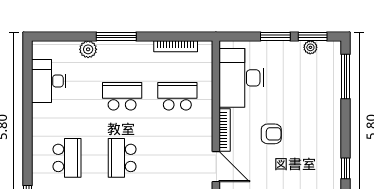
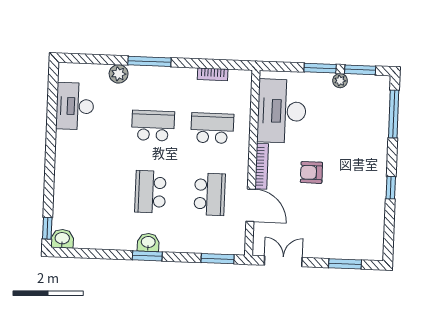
bookcase: (176, 46) -> (213, 74), width x0.64
plant: (310, 47) -> (340, 81), moved
armchair: (271, 134) -> (311, 172), turned 180
school desk: (67, 158) -> (210, 194), moved
window: (346, 168) -> (391, 188), moved

